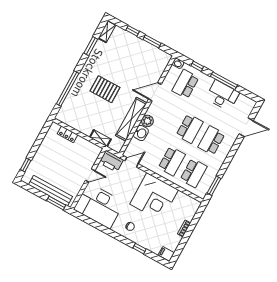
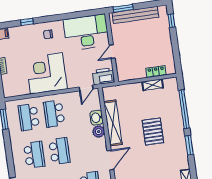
window: (91, 46) -> (189, 145), moved
pallet: (105, 89) -> (153, 132), turned 90
school desk: (190, 129) -> (59, 151), turned 180
shelving: (100, 138) -> (153, 85), moved

